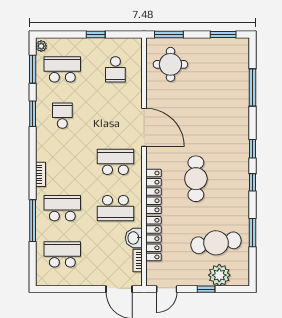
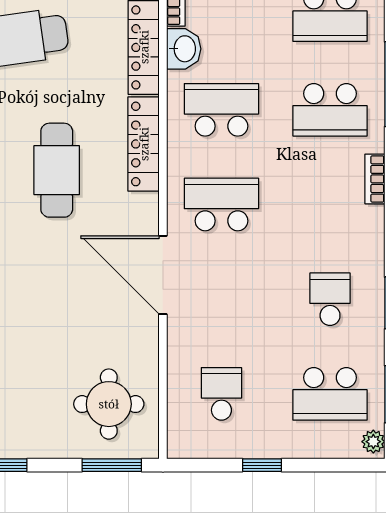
school desk: (62, 116) -> (330, 299), turned 180
school desk: (115, 162) -> (221, 205), turned 180

